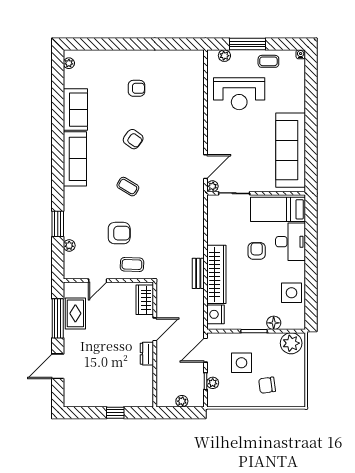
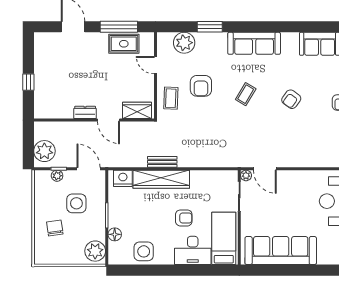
sofa: (75, 159) -> (254, 43), moved
plant: (69, 245) -> (184, 43), width x1.87, depth x1.87
plant: (182, 401) -> (44, 151), width x1.87, depth x1.87

